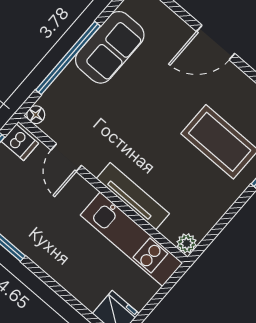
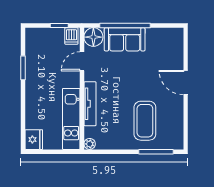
sofa: (110, 47) -> (125, 39), moved
floor lamp: (36, 115) -> (93, 37), width x1.89, depth x1.89

